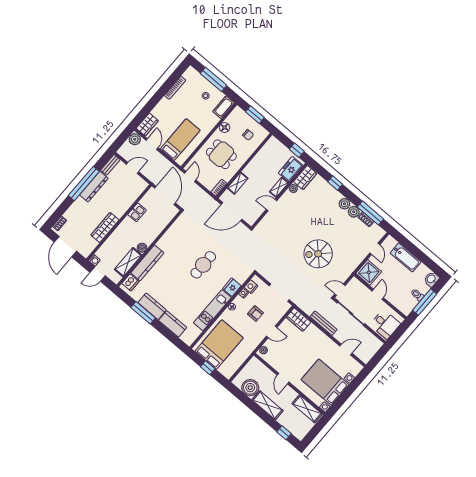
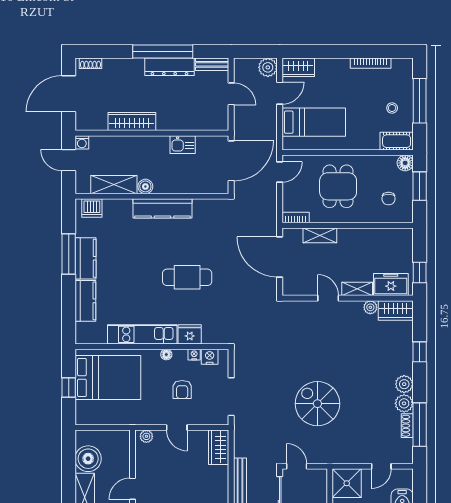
floor lamp: (225, 128) -> (405, 163), moved
kitchen counter: (147, 263) -> (162, 208), moved

